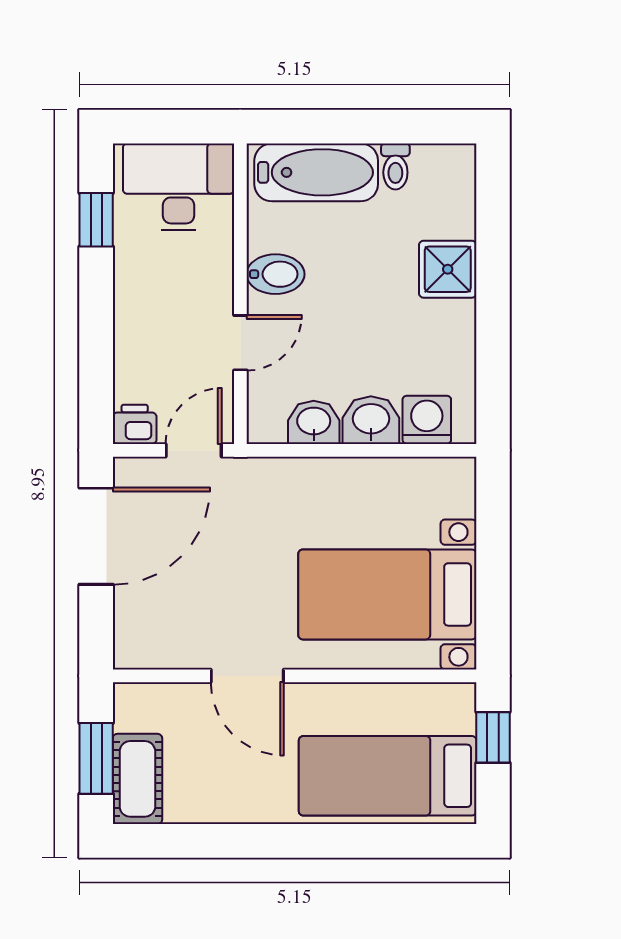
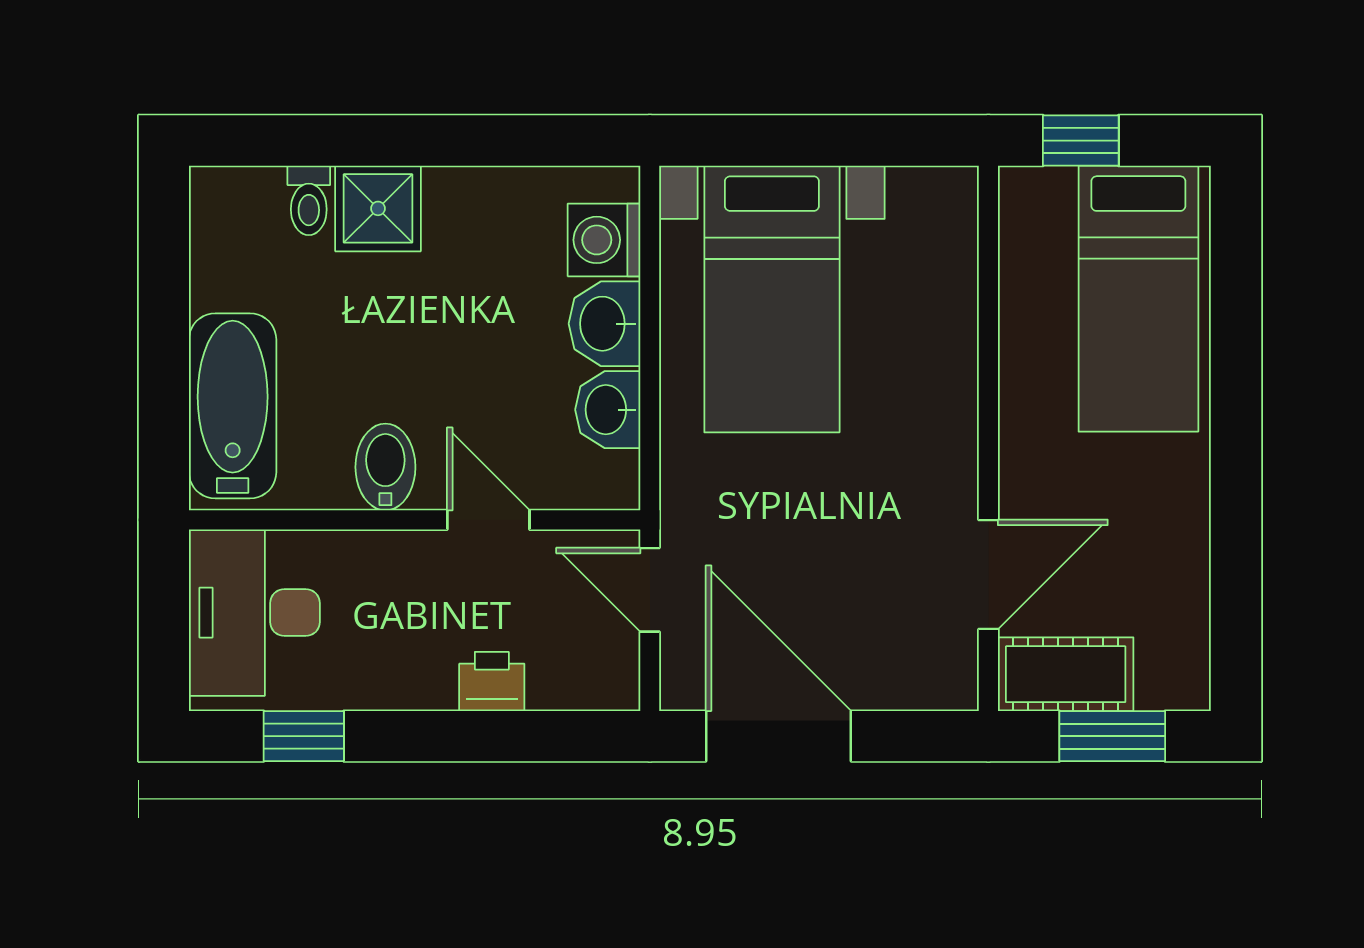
toilet: (395, 166) -> (309, 200), moved, turned 90
printer: (135, 424) -> (492, 681), moved, turned 90
bed with nightstands: (387, 594) -> (772, 299), moved
door: (247, 676) -> (988, 574), moved
cot: (137, 779) -> (1066, 674), moved

